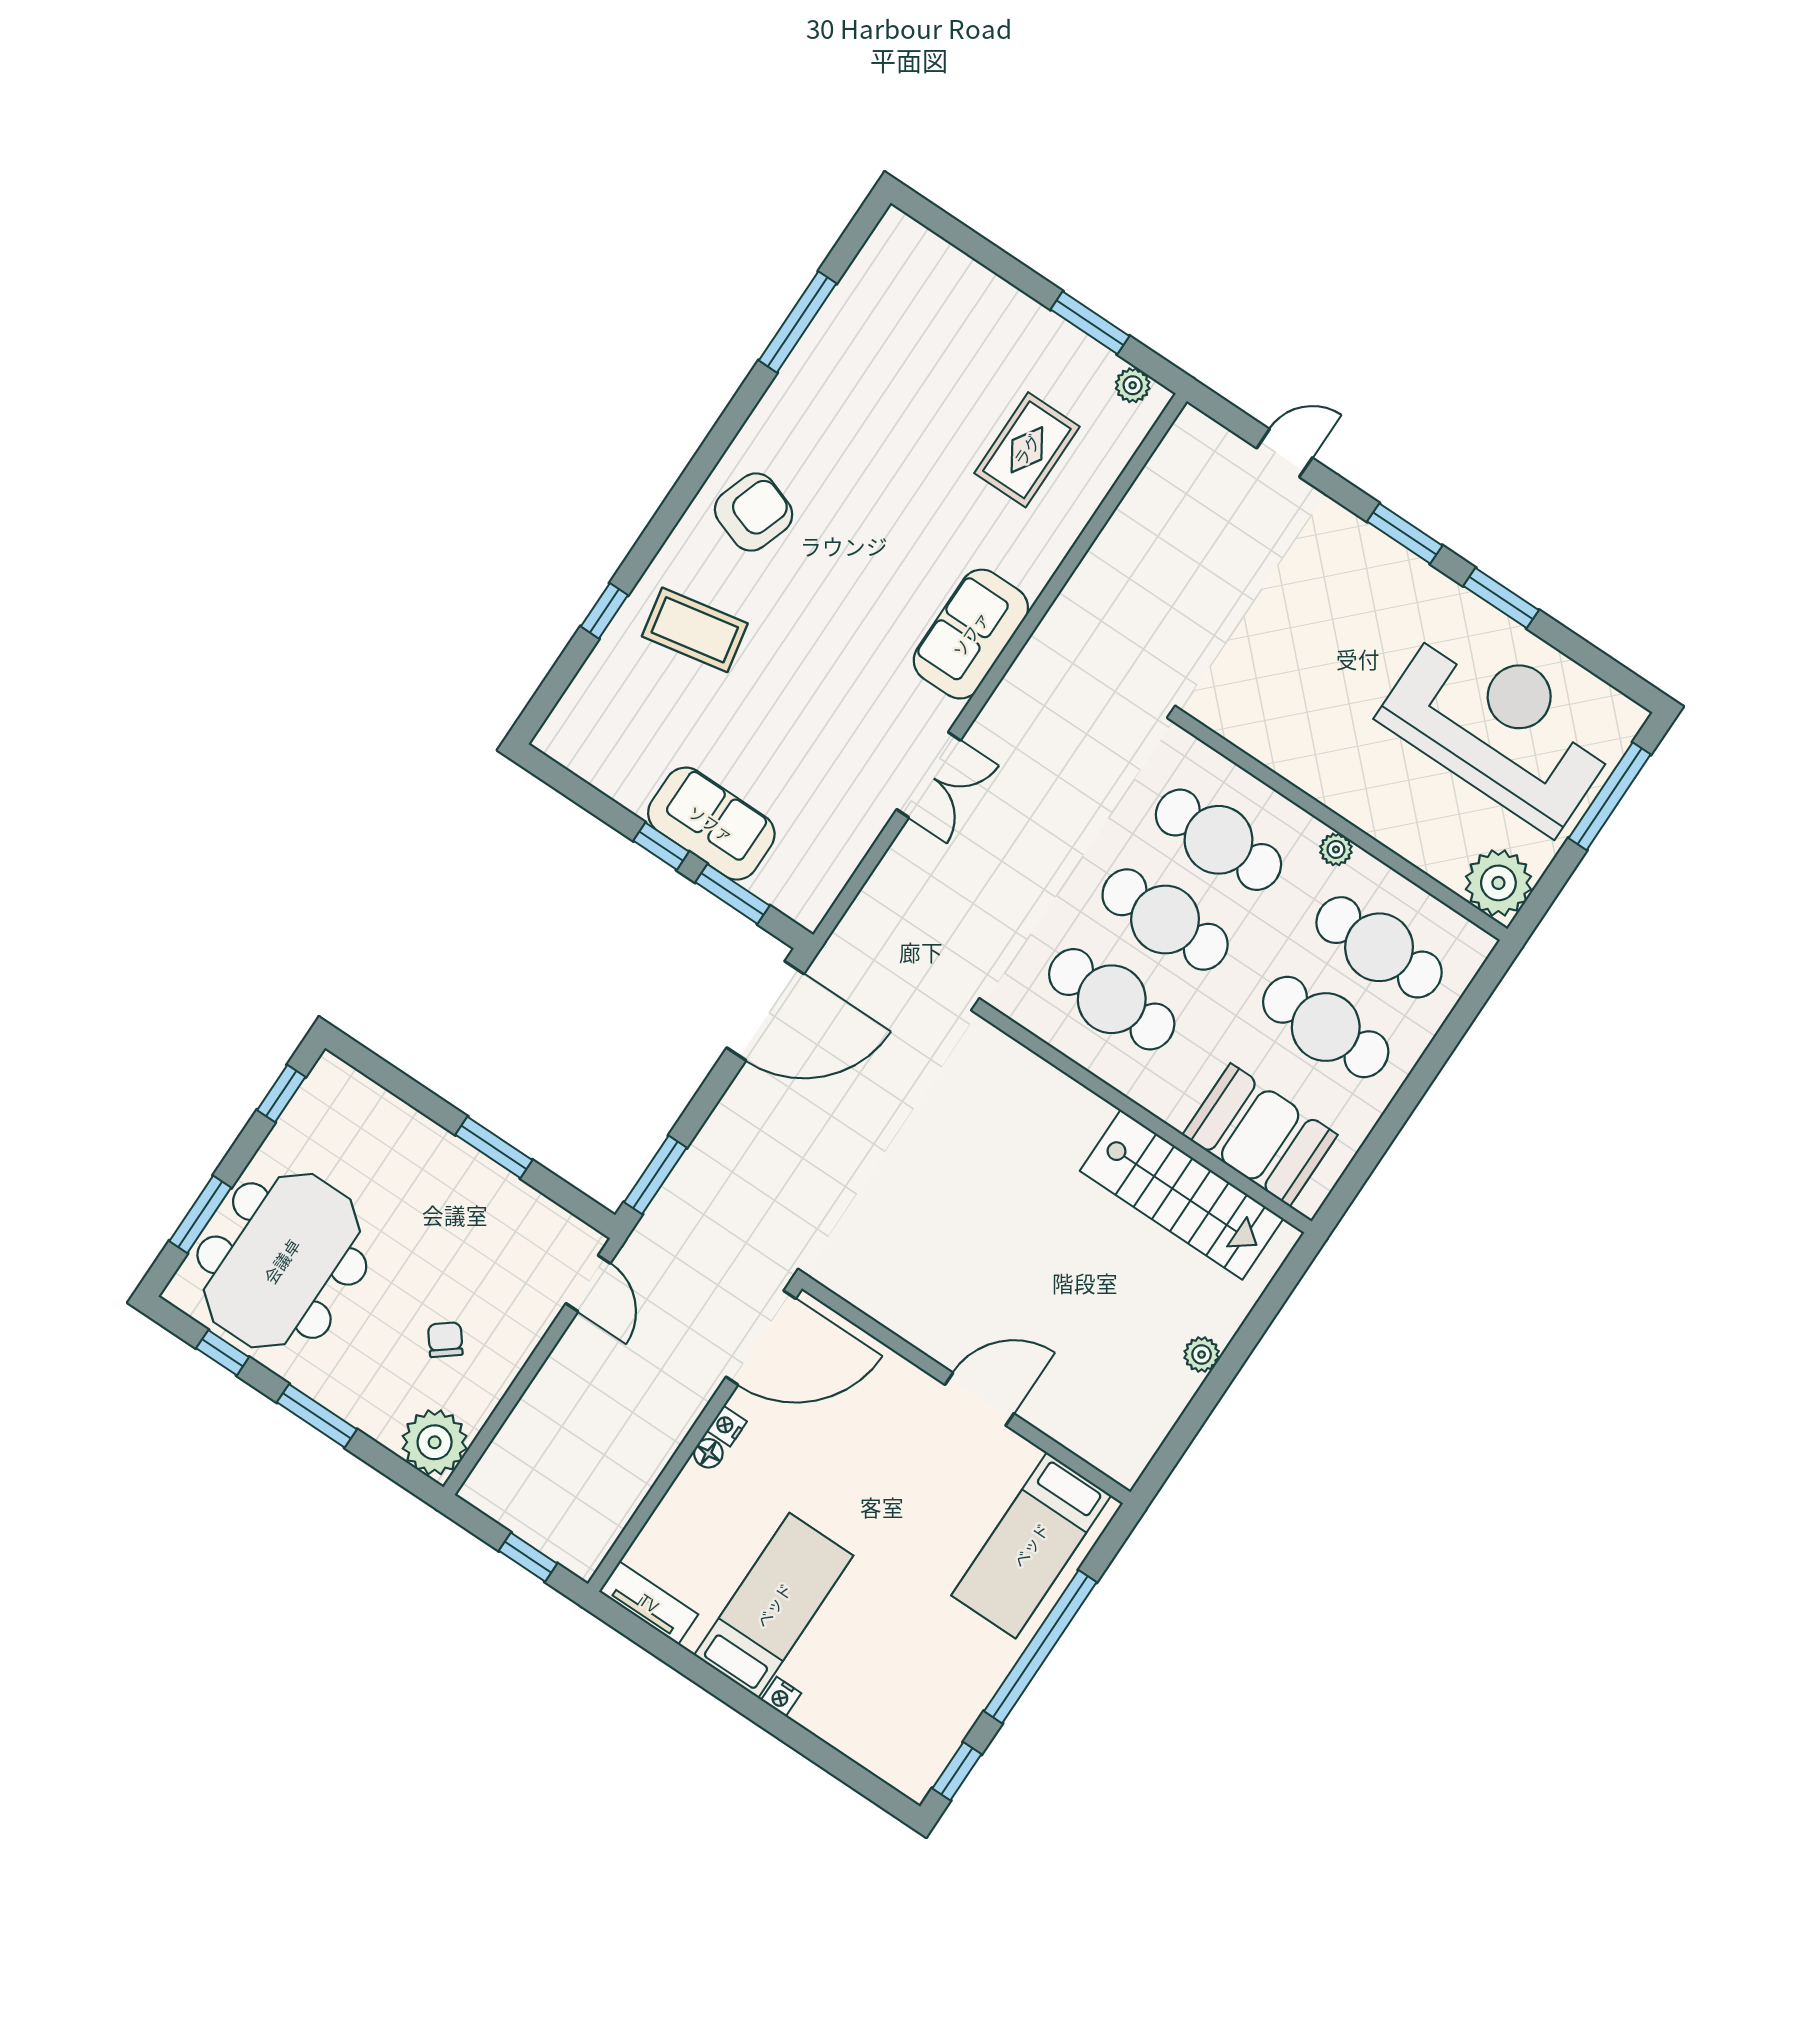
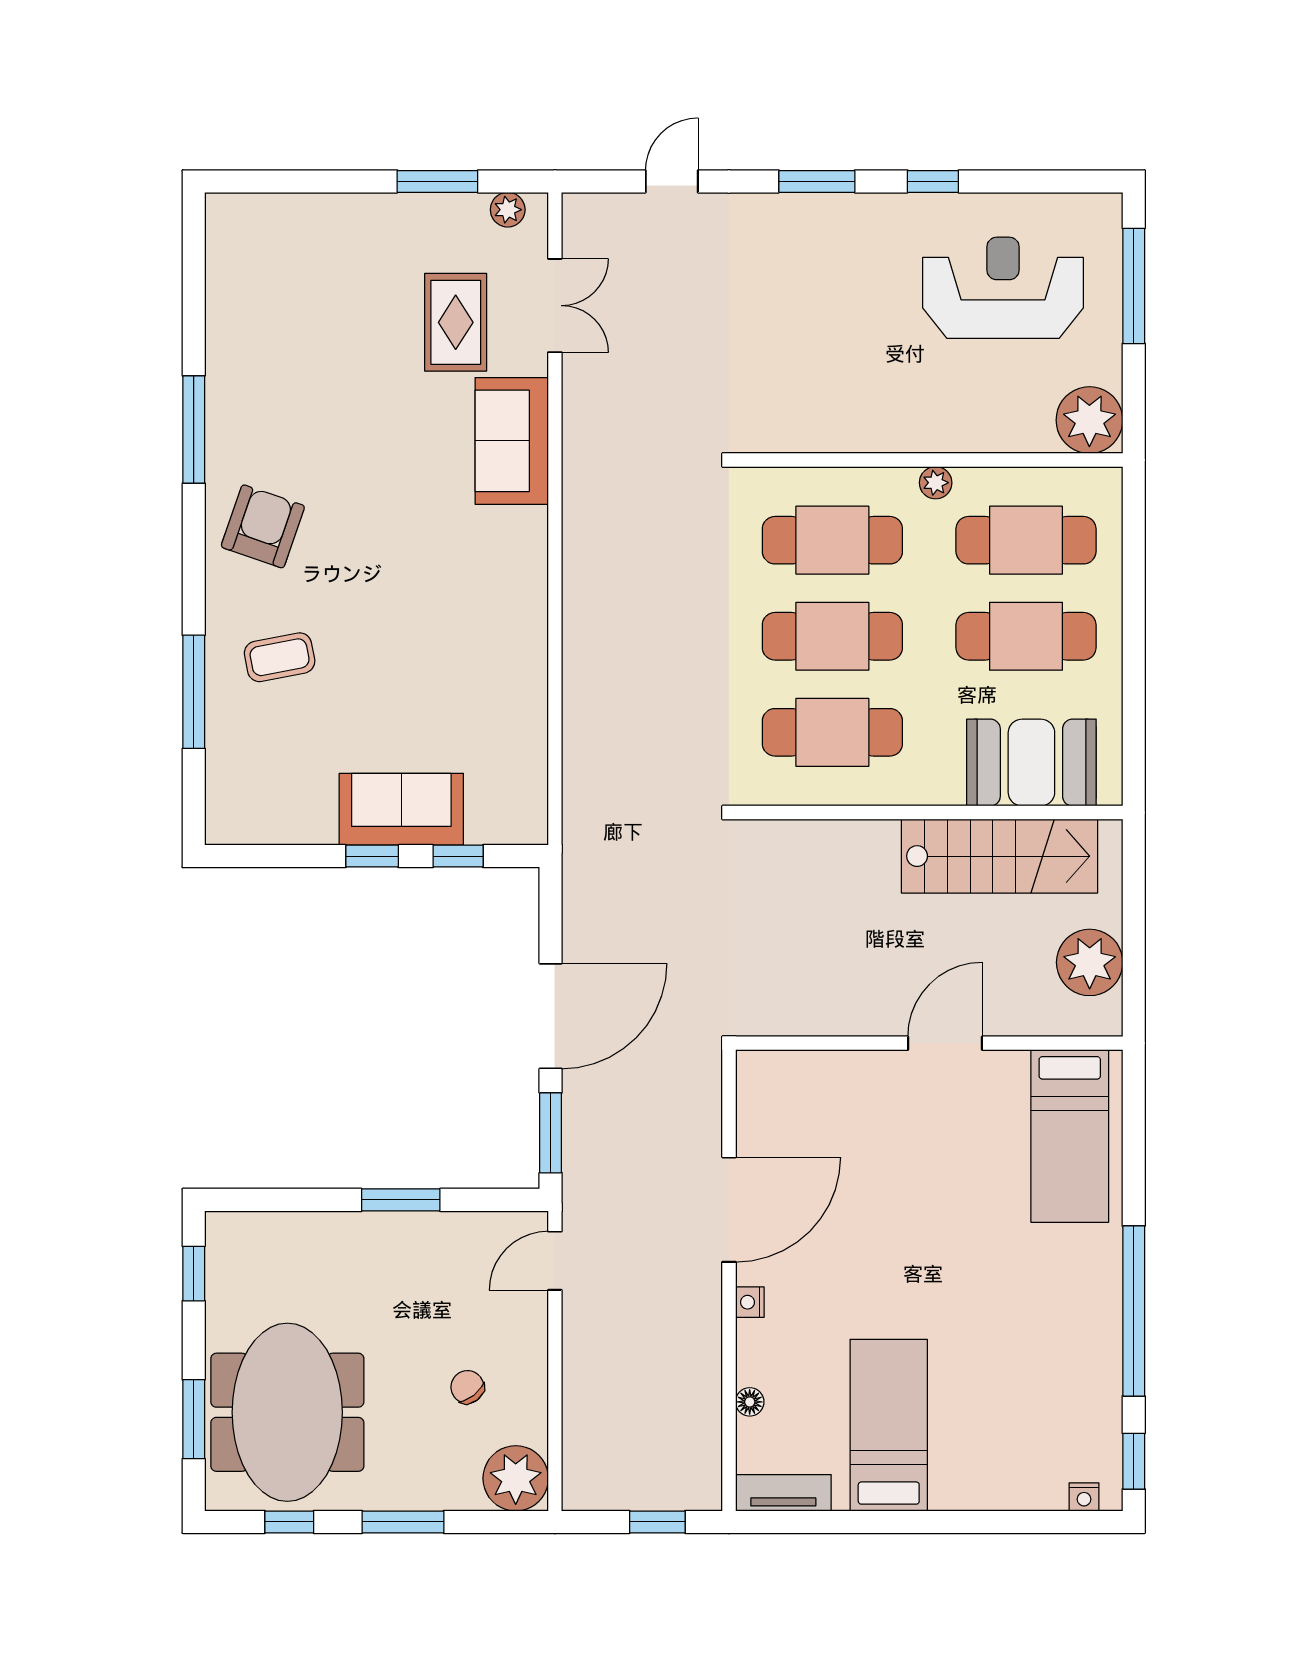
window: (798, 322) -> (194, 429), moved
window: (1501, 598) -> (933, 181), width x0.67
window: (604, 611) -> (194, 692), width x2.17
coffee table: (695, 630) -> (280, 657), width x0.73, depth x0.77
sofa: (971, 634) -> (512, 441), moved
reception desk: (1500, 725) -> (1003, 288), width x0.74, depth x0.77
double door: (928, 775) -> (555, 306), moved
window: (732, 894) -> (458, 856), width x0.67
door: (765, 1011) -> (551, 1016), moved
door: (588, 1283) -> (555, 1261), swing flipped
plant: (1202, 1354) -> (1090, 962), width x1.88, depth x1.88
wall: (966, 1390) -> (929, 1043), moved
door: (979, 1399) -> (945, 1043), moved
floor lamp: (708, 1453) -> (750, 1402), moved
bed: (1031, 1545) -> (1070, 1136), moved
nightstand: (781, 1697) -> (1084, 1497), moved

